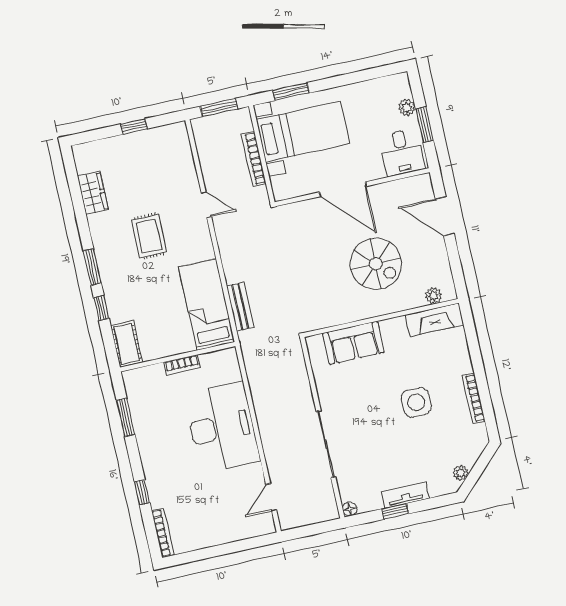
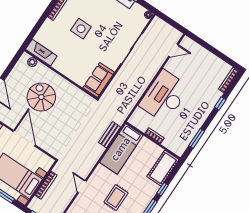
sofa: (353, 343) -> (99, 80), moved, turned -90
cot: (127, 344) -> (163, 168), width x1.37, depth x1.34

